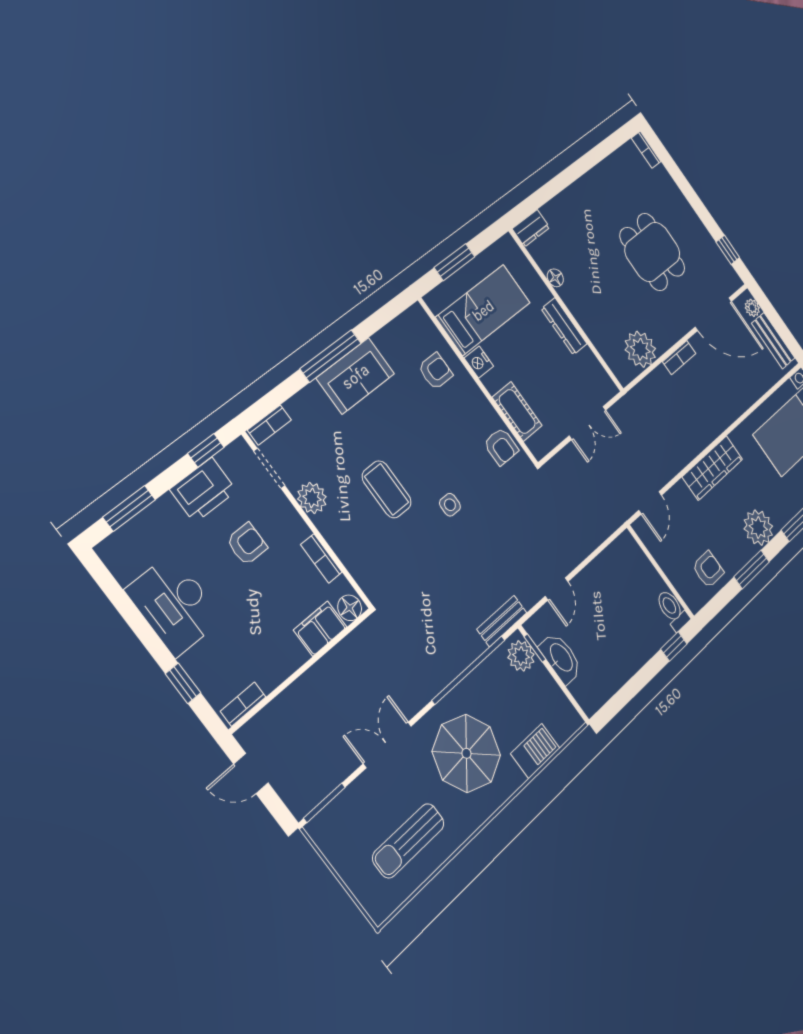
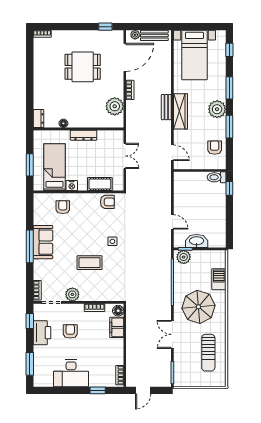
bench: (502, 621) -> (166, 107), moved

